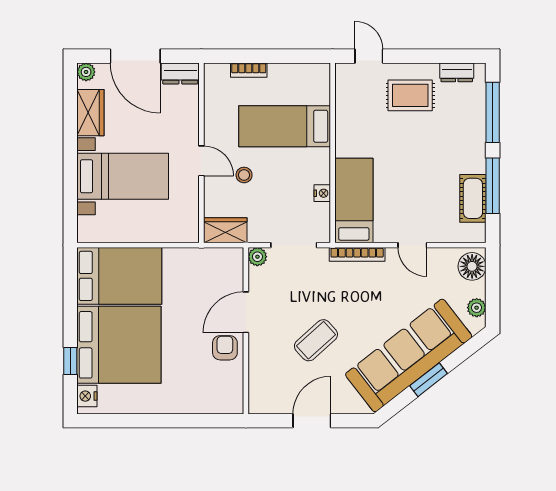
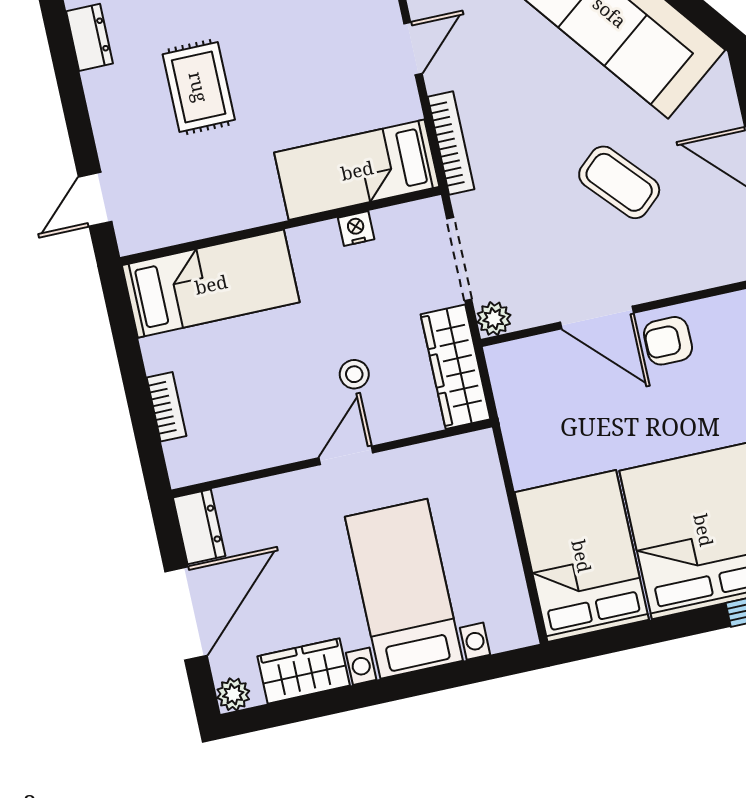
rug: (410, 95) -> (199, 87), moved
bed: (285, 126) -> (211, 284), moved, turned -90
wardrobe: (225, 230) -> (455, 367), width x1.50

